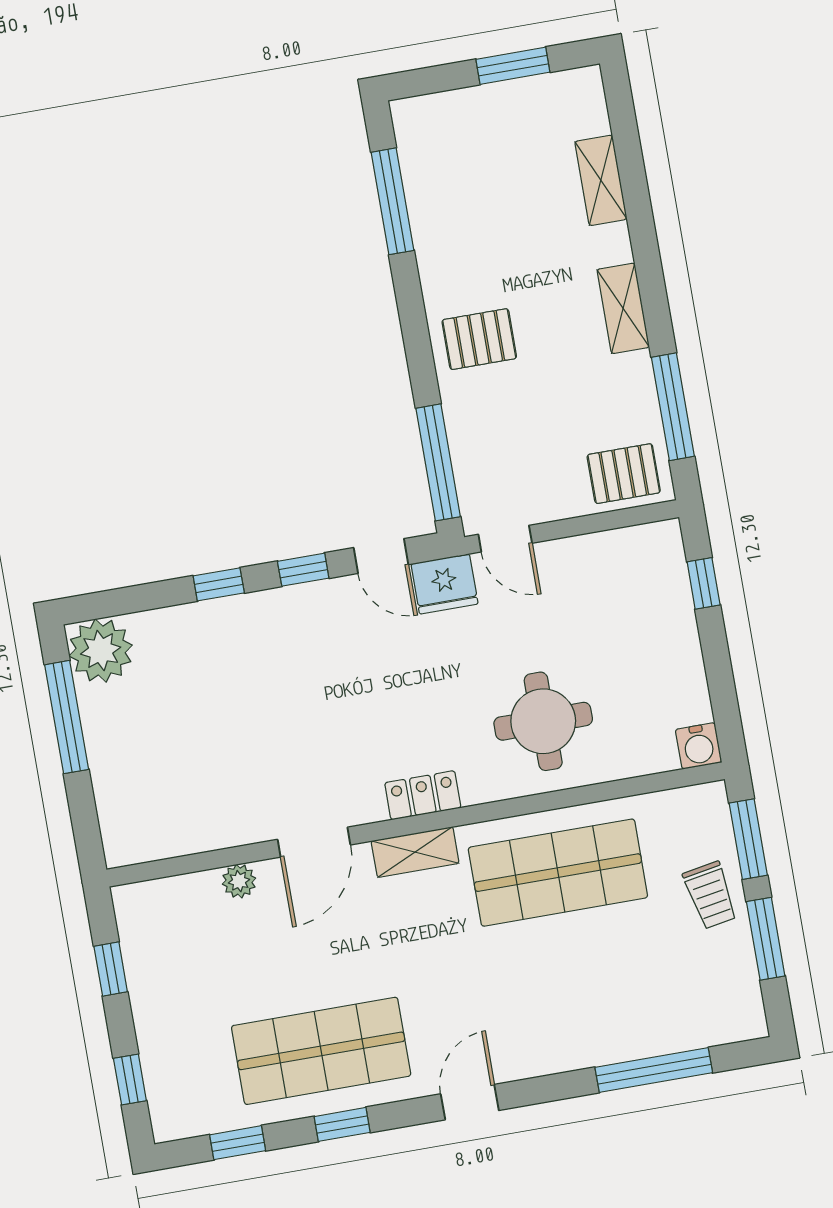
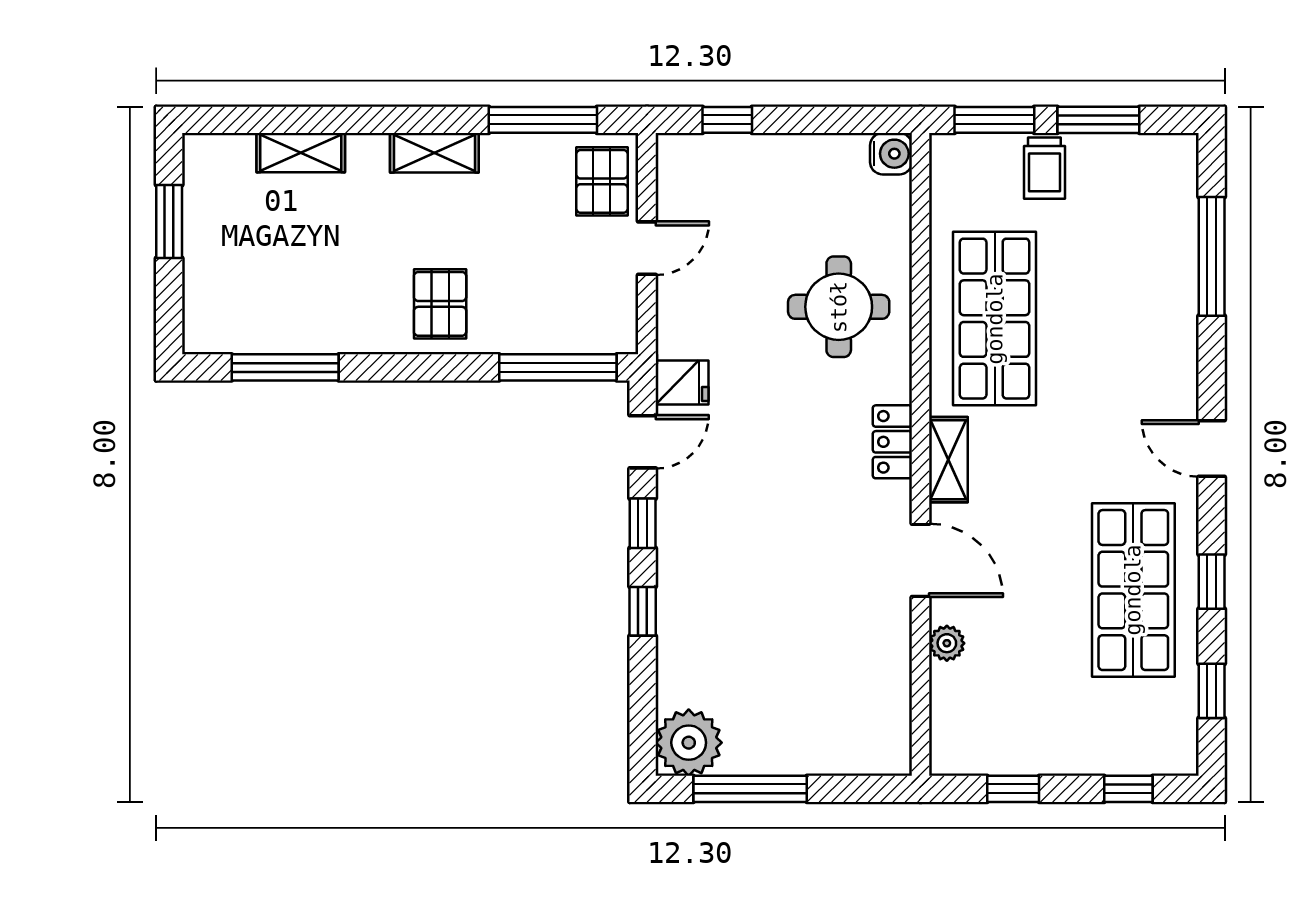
door: (505, 539) -> (647, 248), moved
fridge: (444, 584) -> (682, 382), width x0.72
trolley: (710, 895) -> (1044, 168), turned 100

